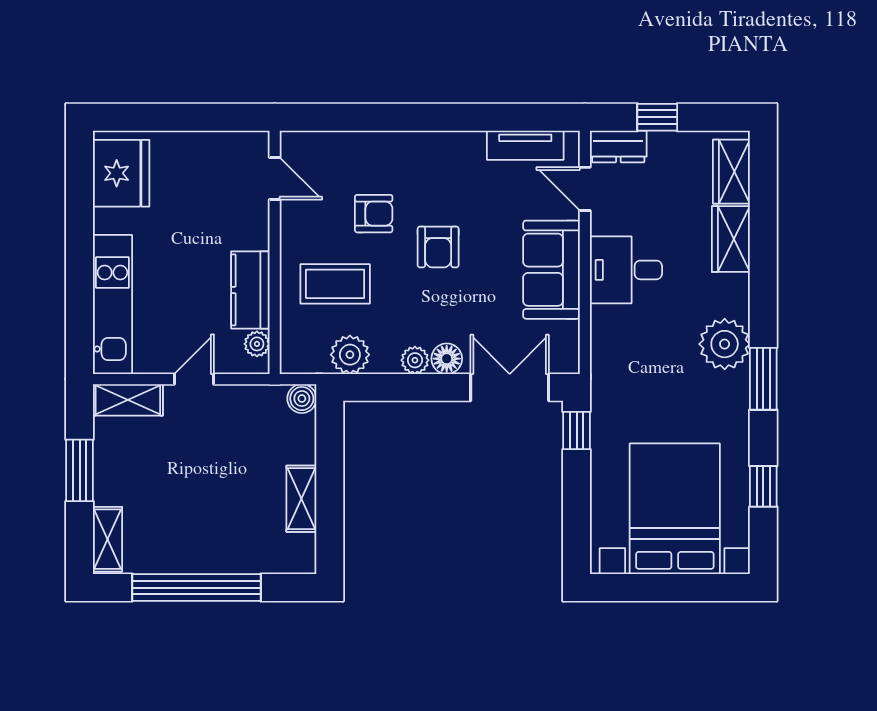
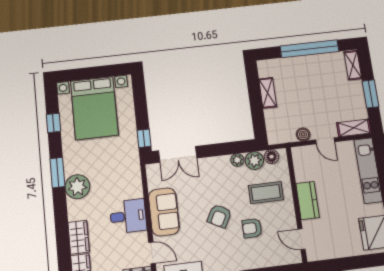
armchair: (438, 247) -> (219, 216), turned -152
kitchen counter: (250, 290) -> (308, 200), moved
plant: (257, 344) -> (298, 160), removed
floor lamp: (447, 359) -> (272, 157), moved
plant: (415, 360) -> (237, 160), moved
door: (194, 379) -> (325, 141), hinge flipped
boiler: (302, 399) -> (303, 134), moved

